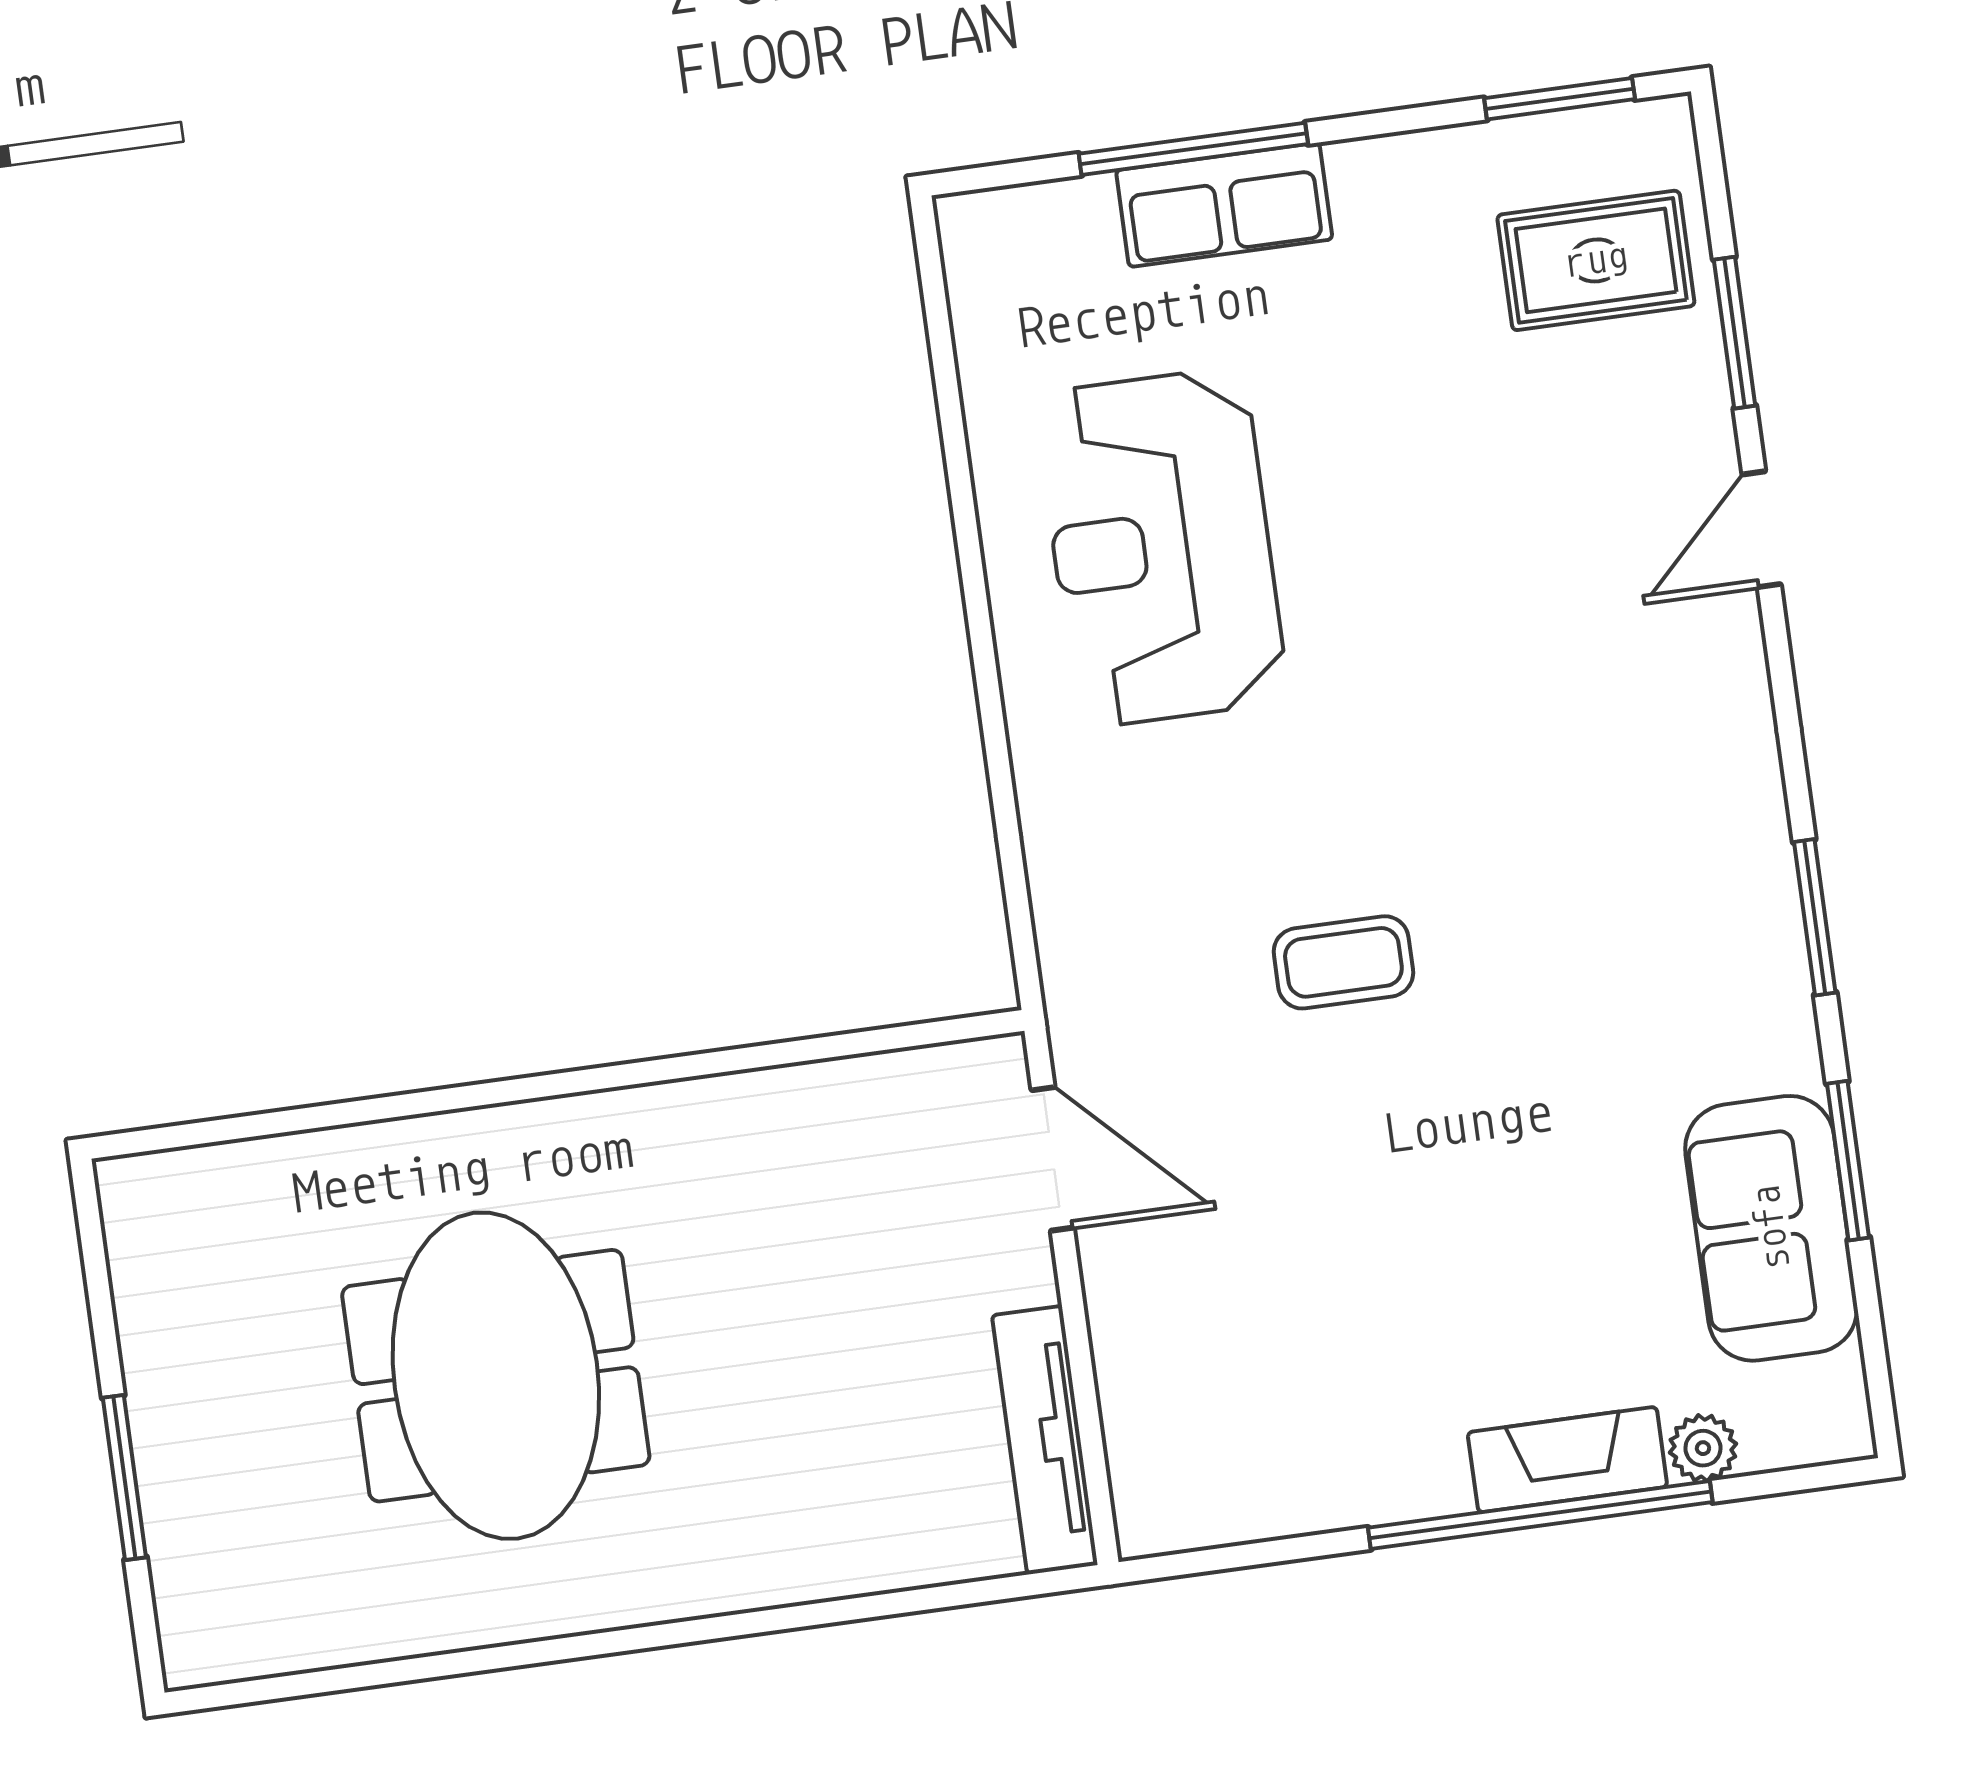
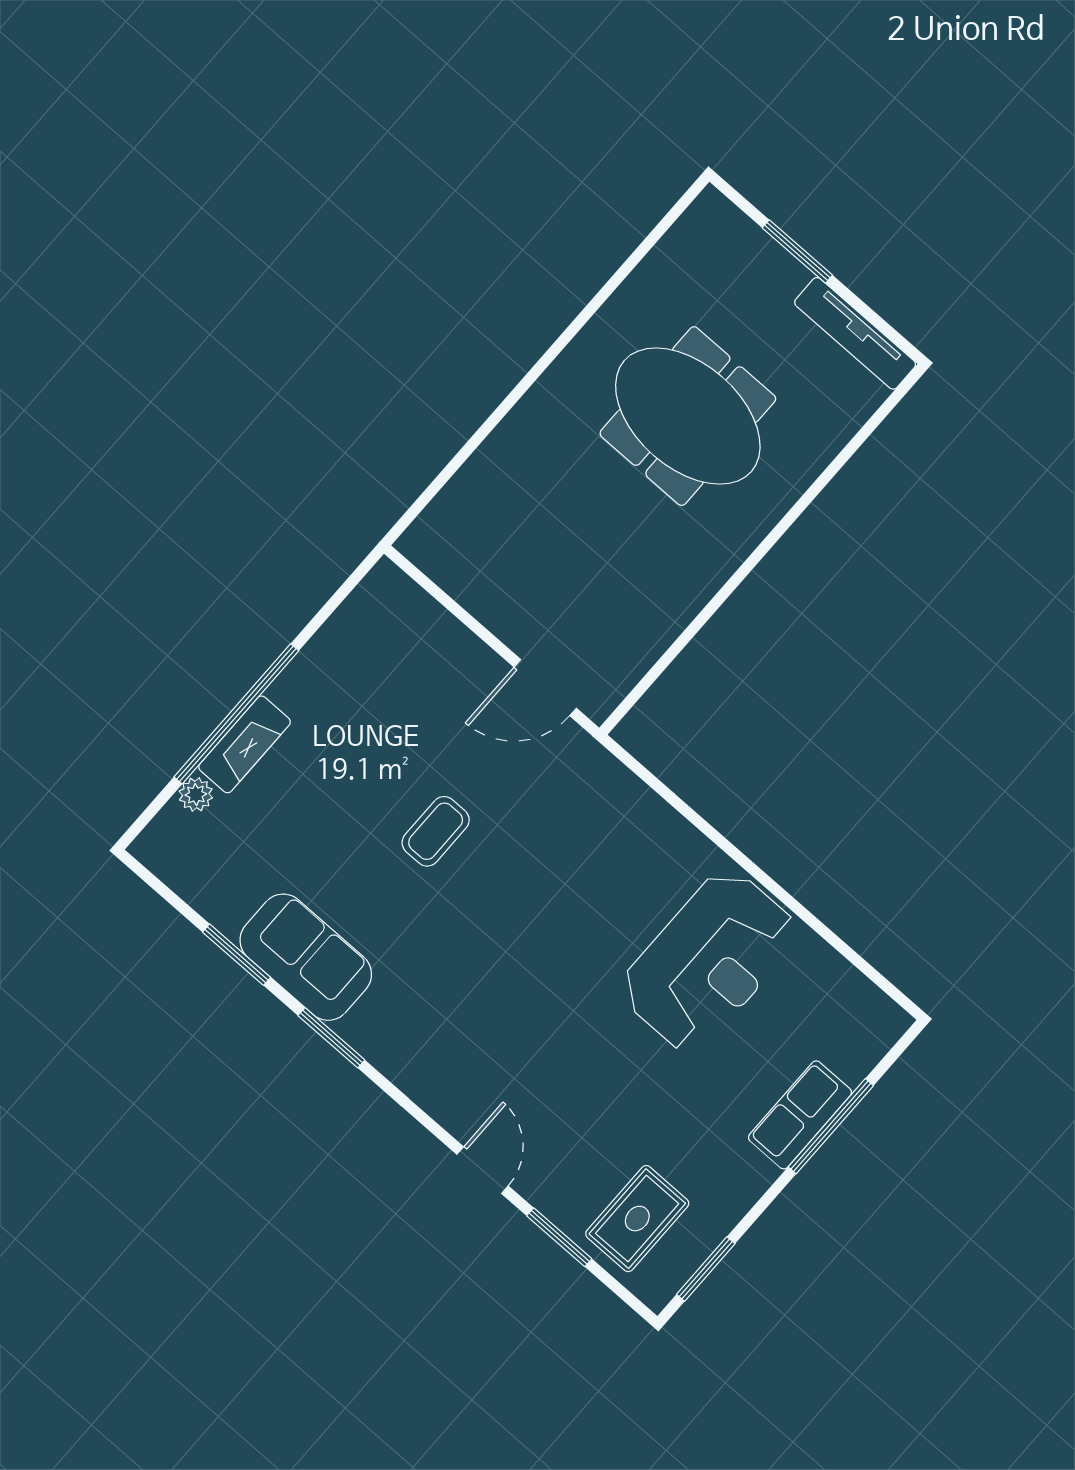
reception desk: (1161, 548) -> (709, 961), turned 90
coffee table: (1343, 962) -> (436, 831), moved
sofa: (1771, 1228) -> (306, 957), moved
tv unit: (1045, 1440) -> (855, 333), moved, turned 180

